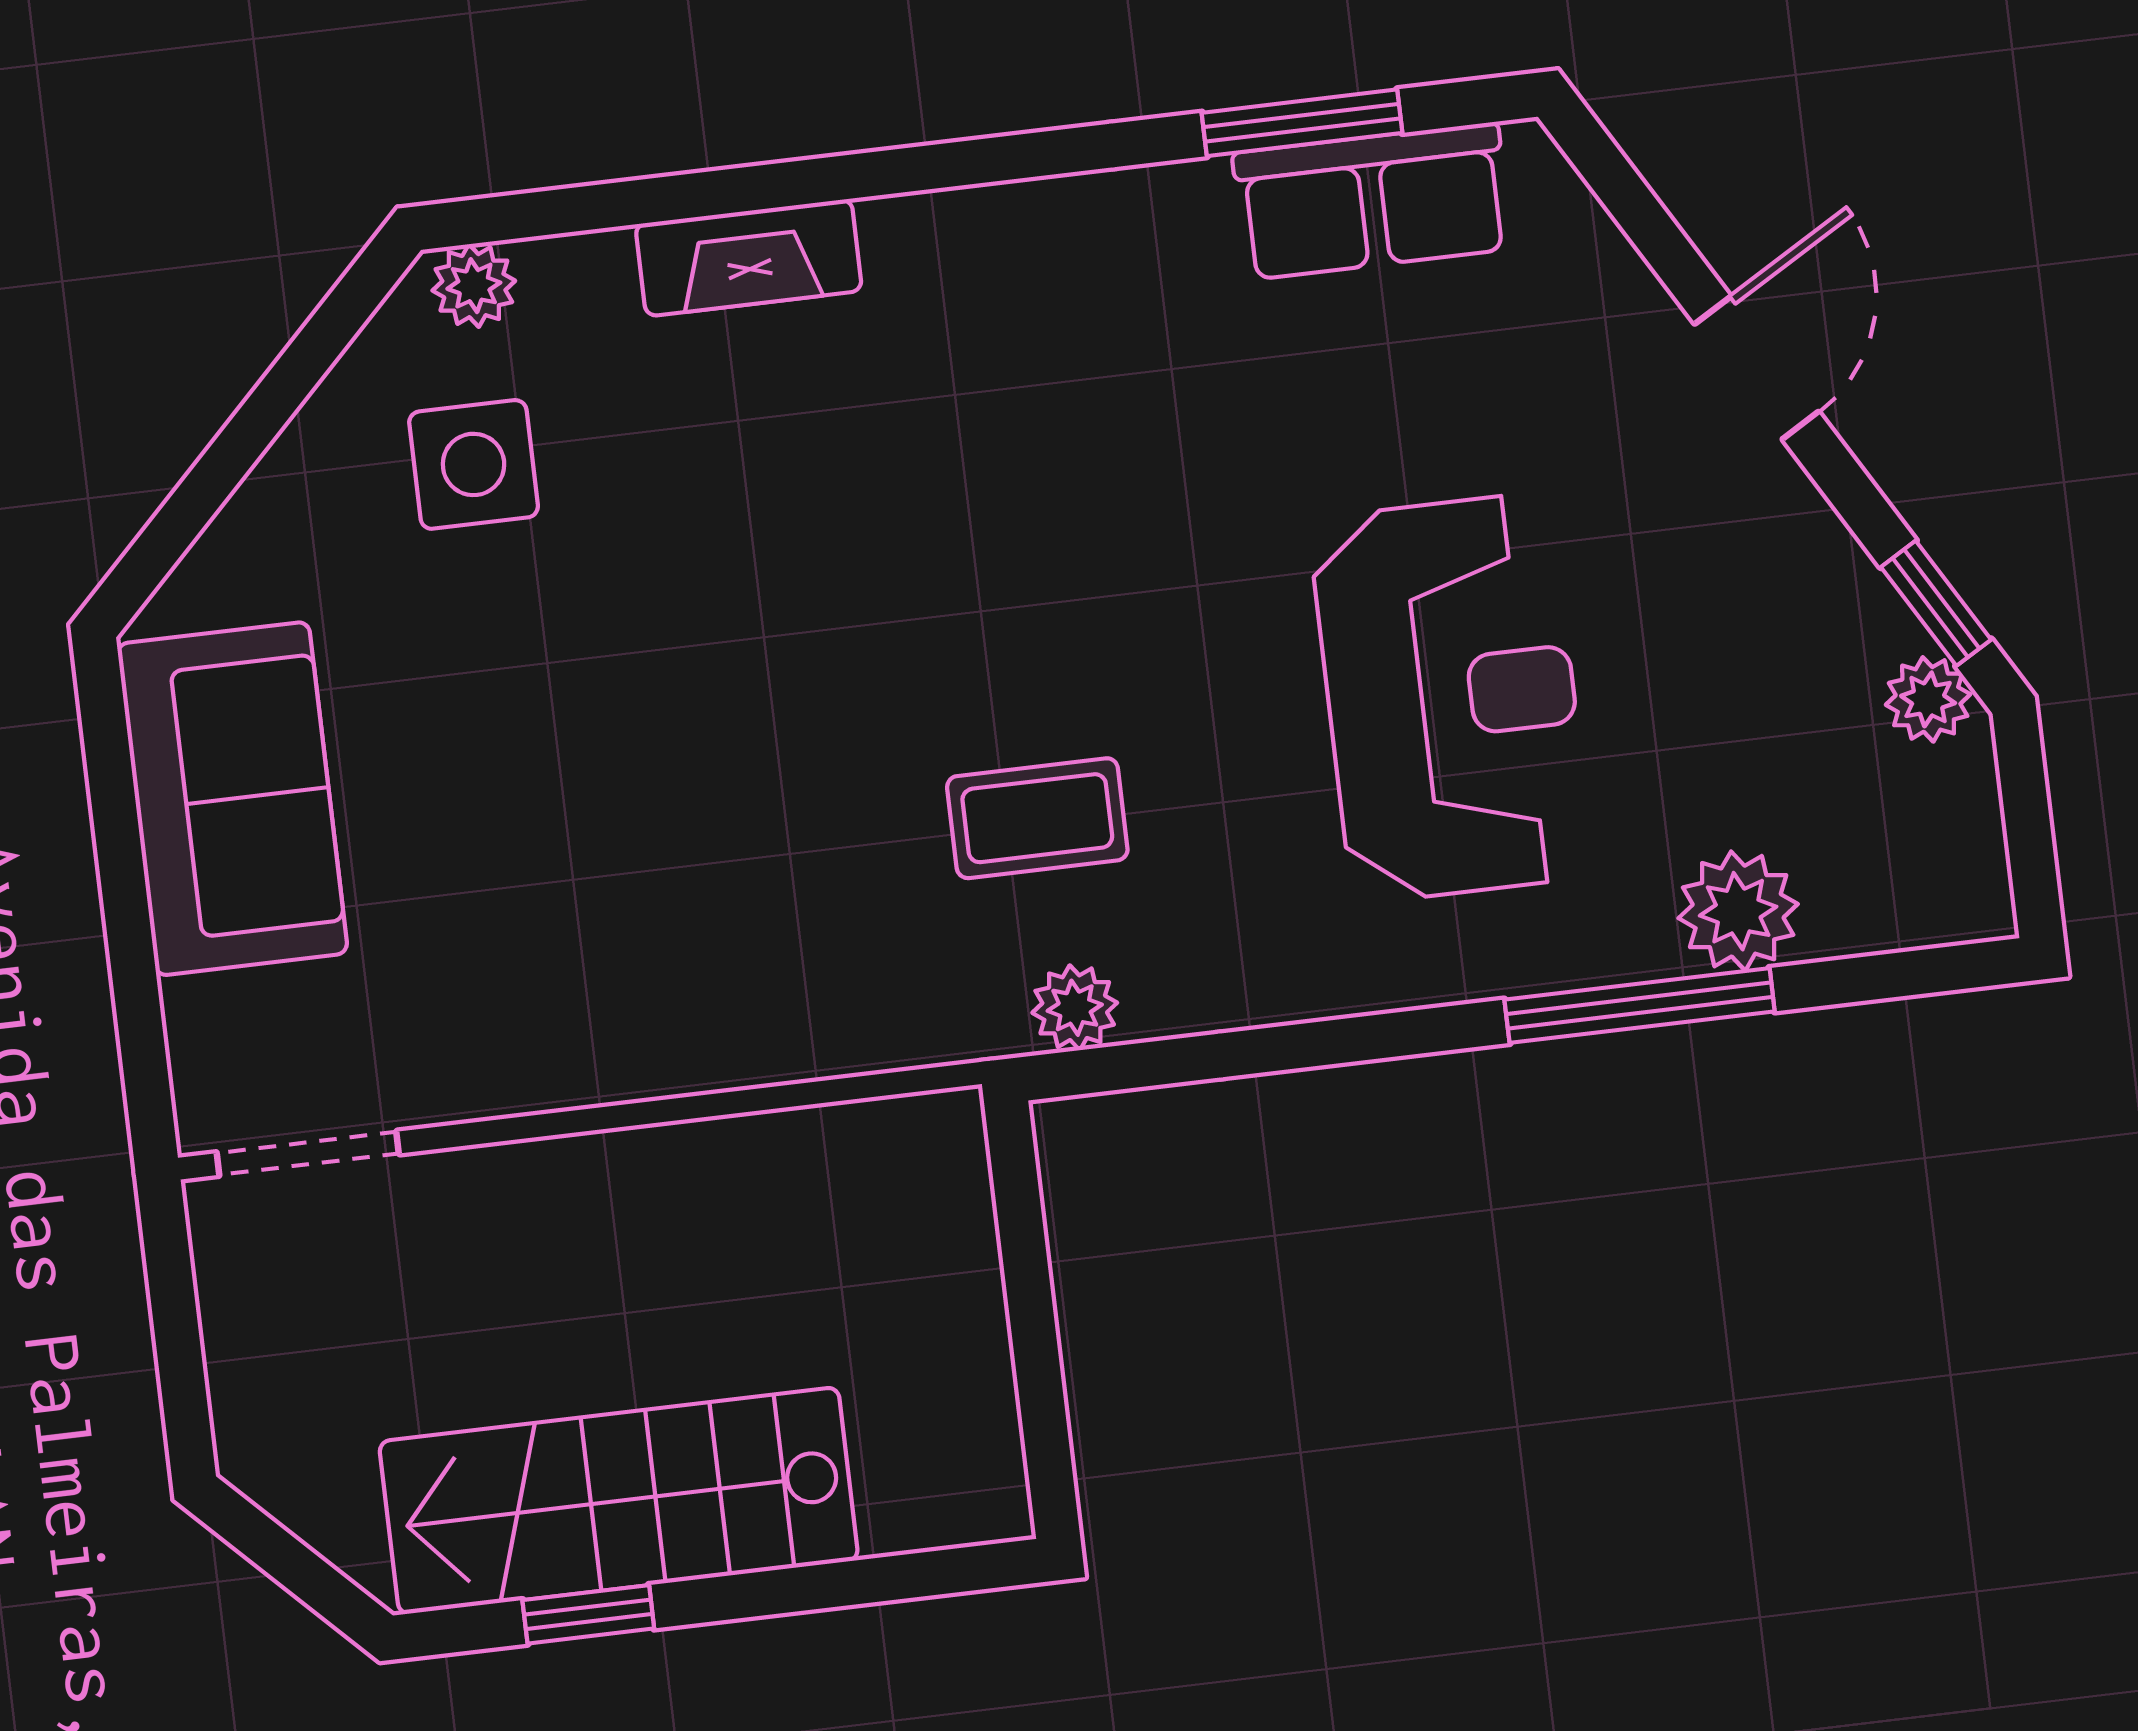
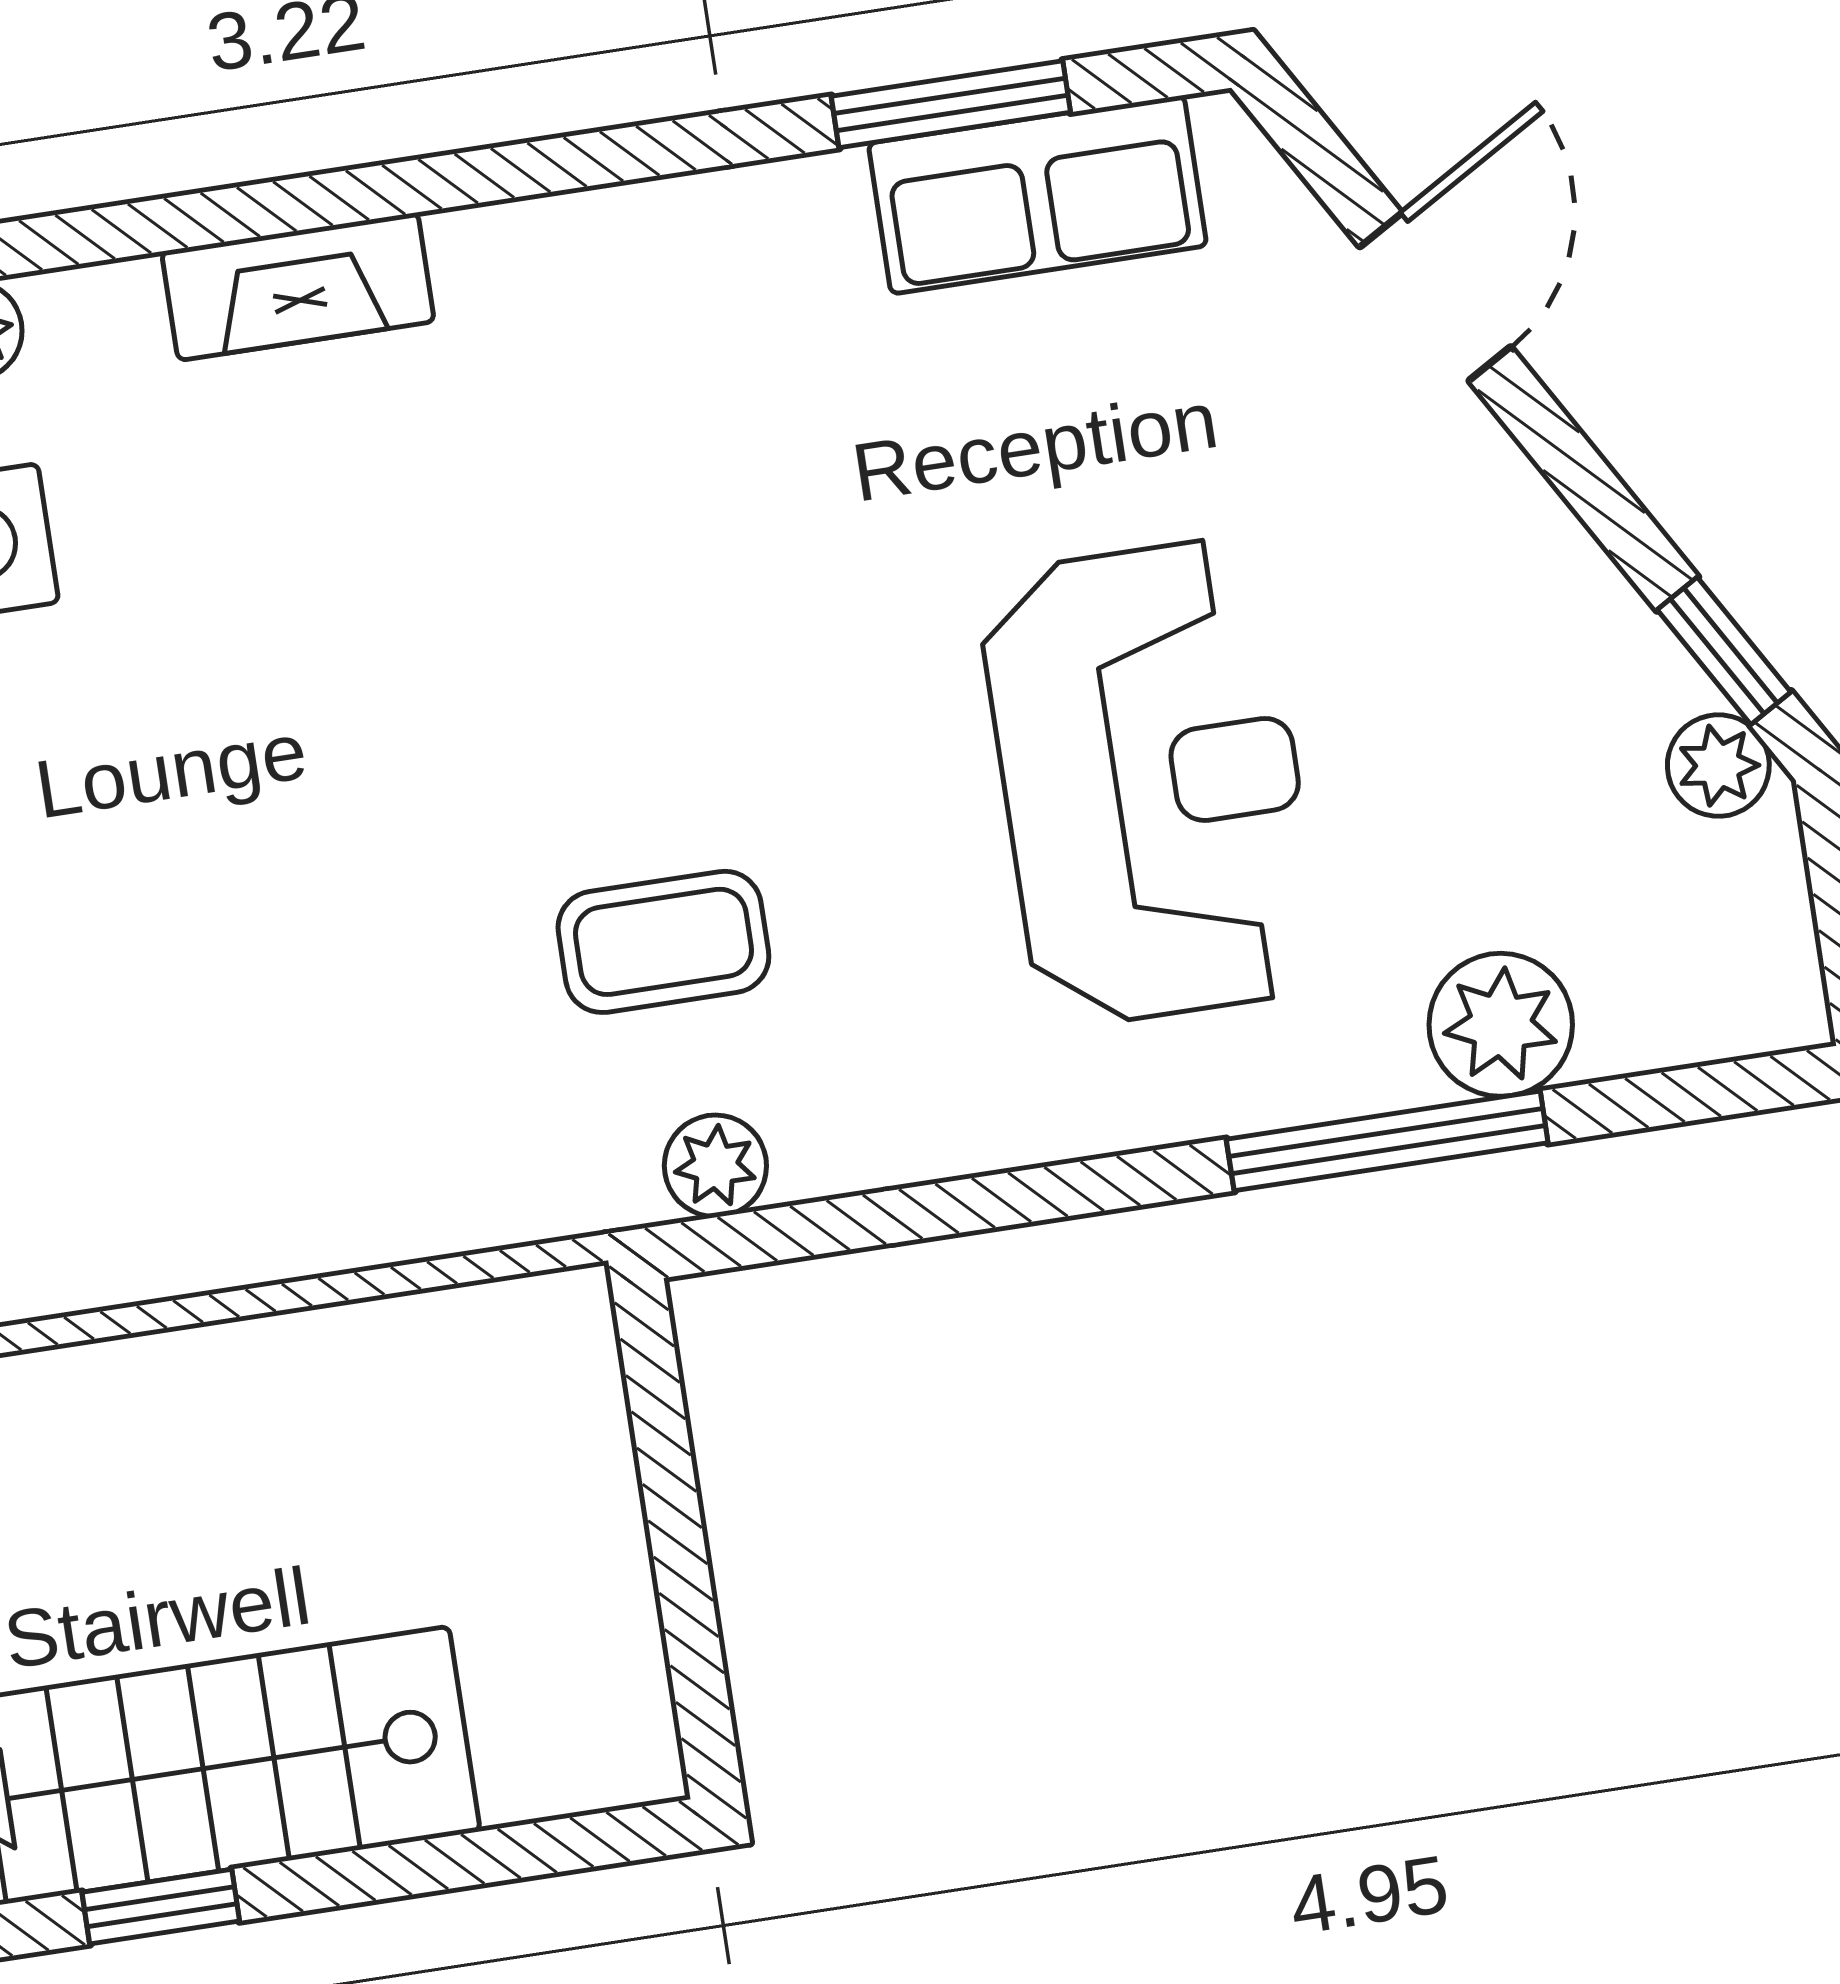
door: (1757, 368) -> (1435, 297), moved

